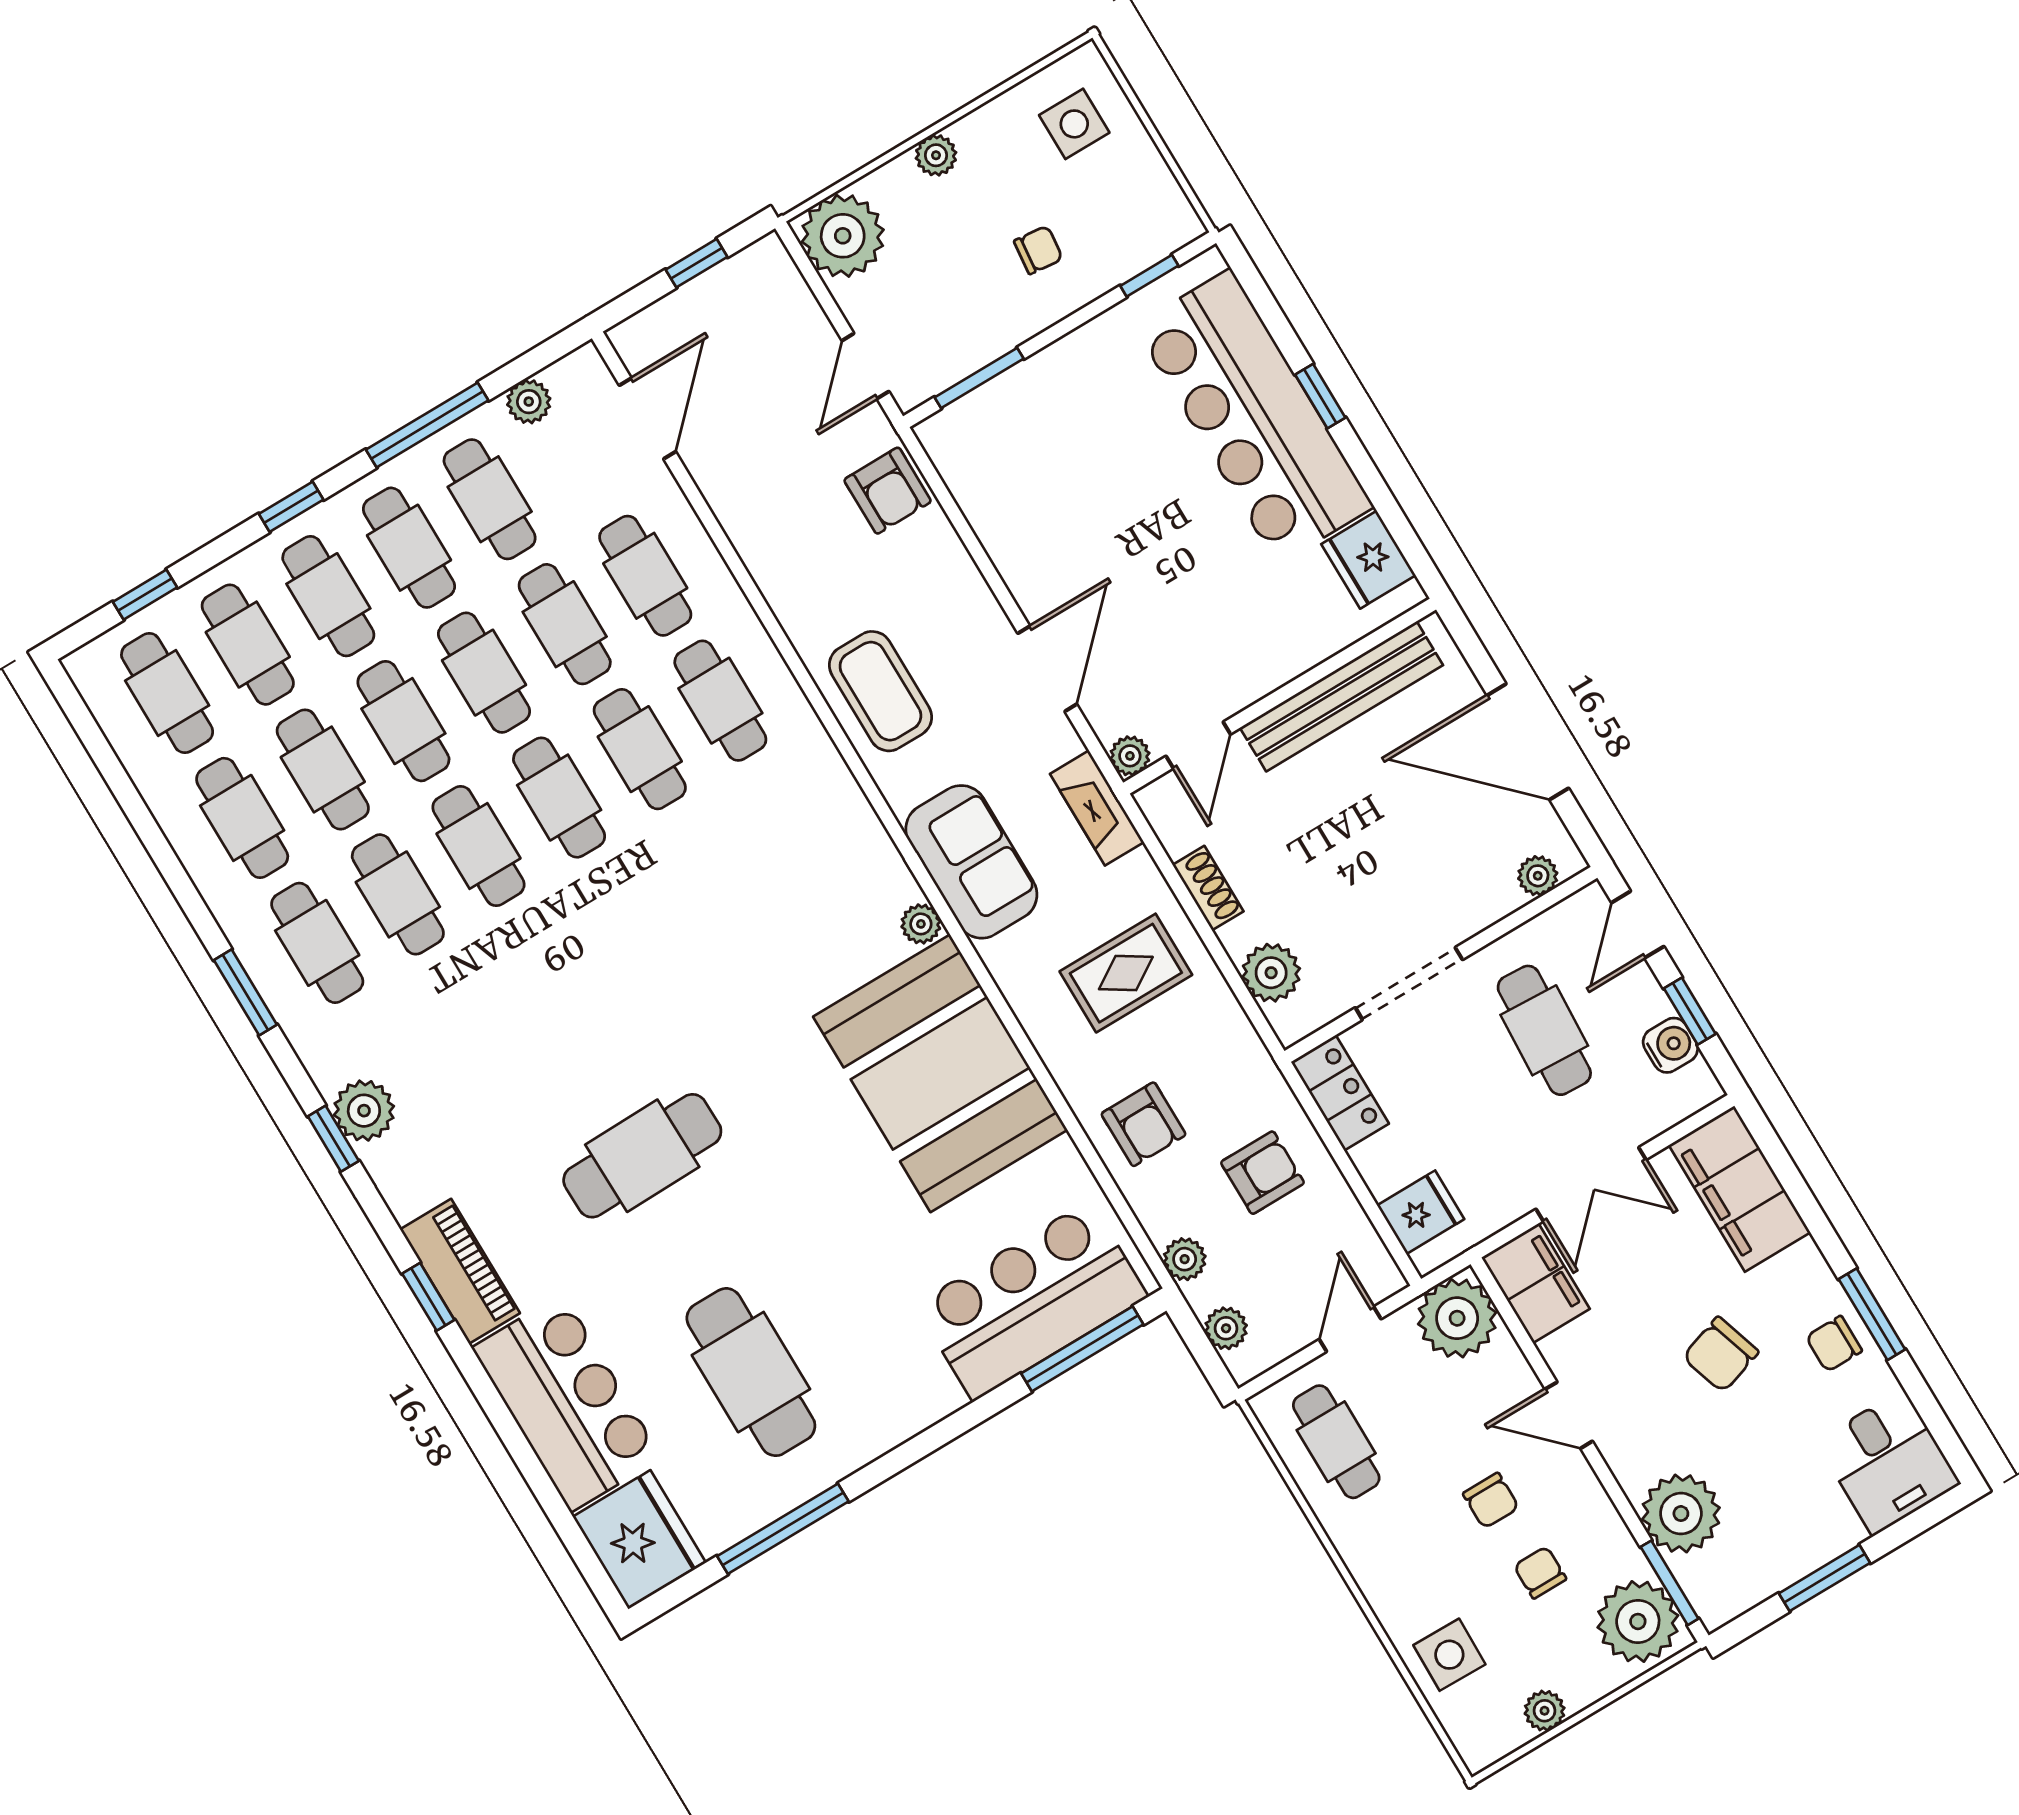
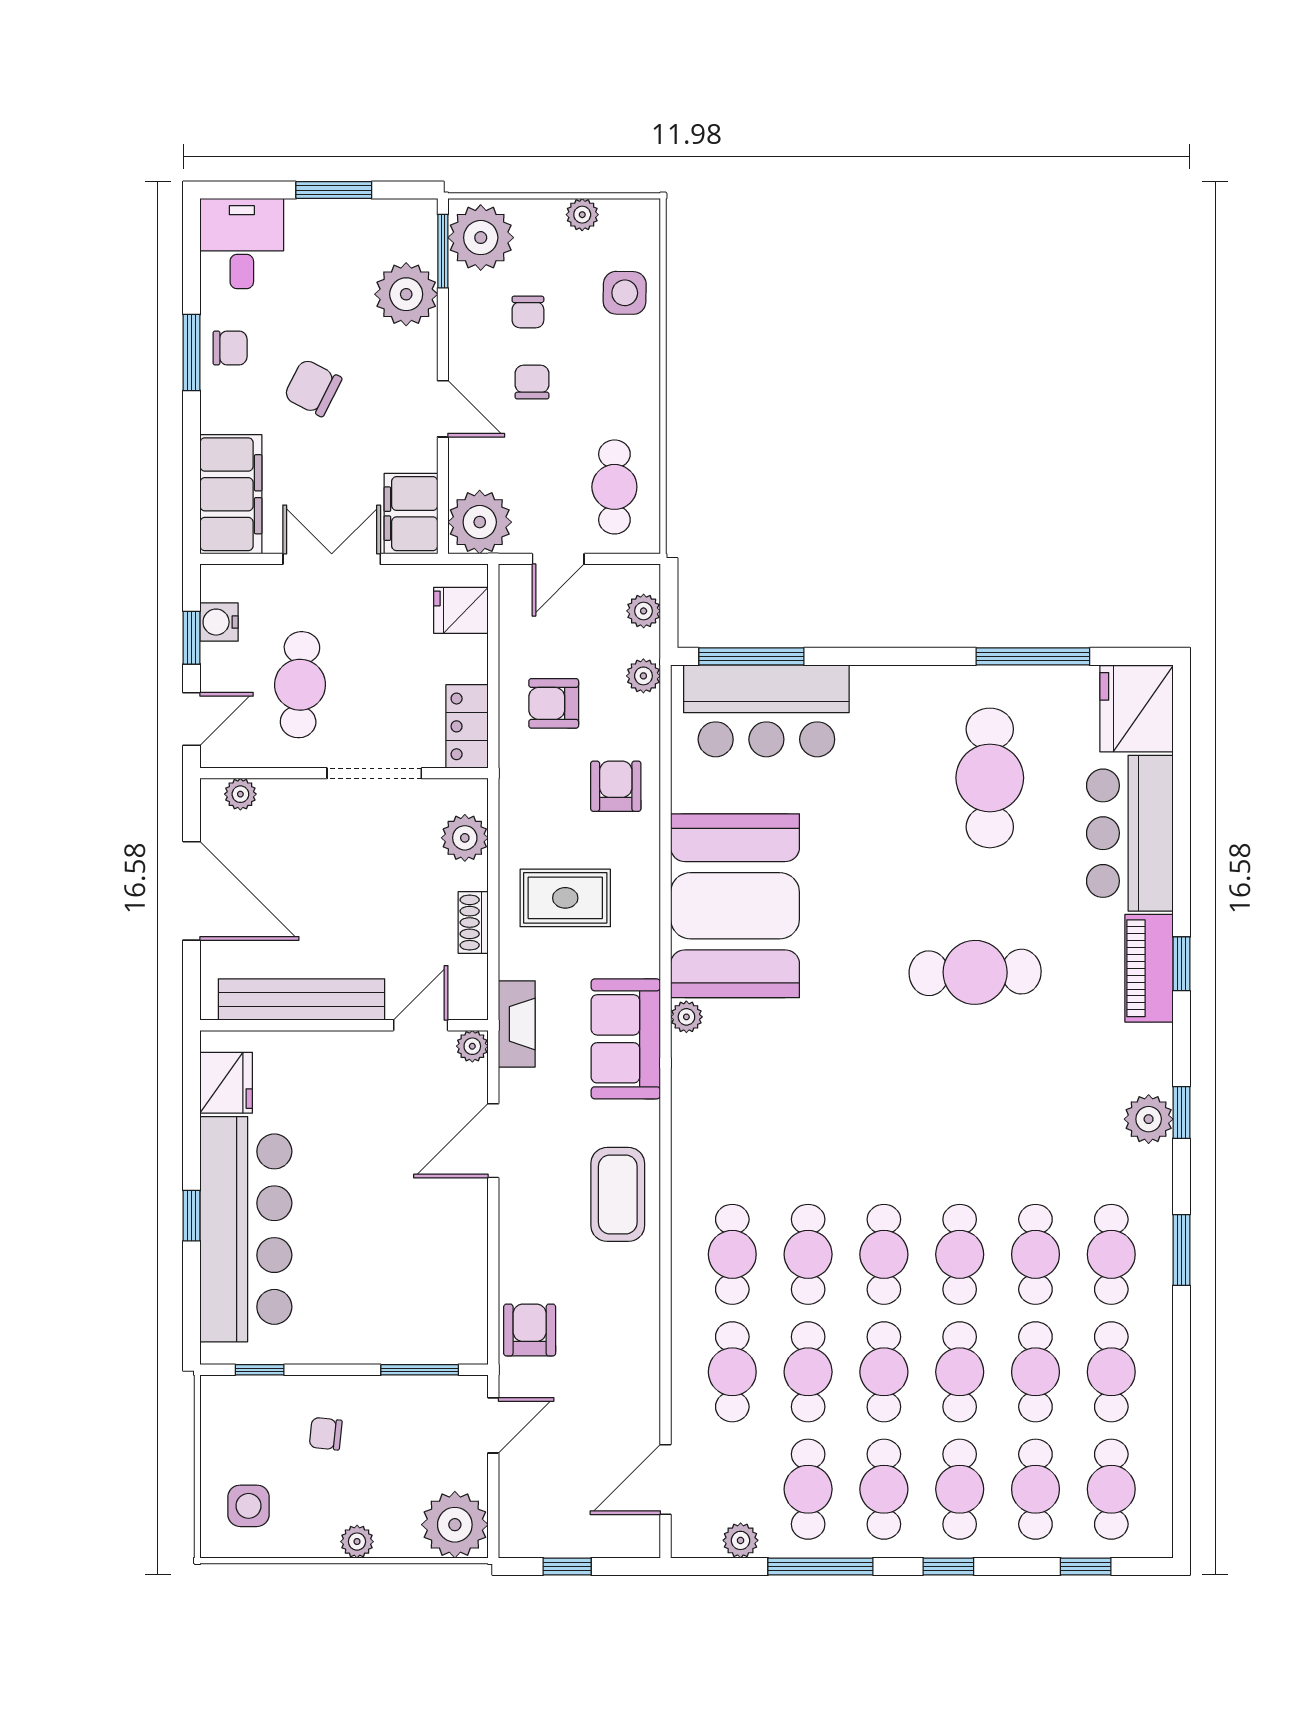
chair: (1721, 1354) -> (313, 388), turned -135

